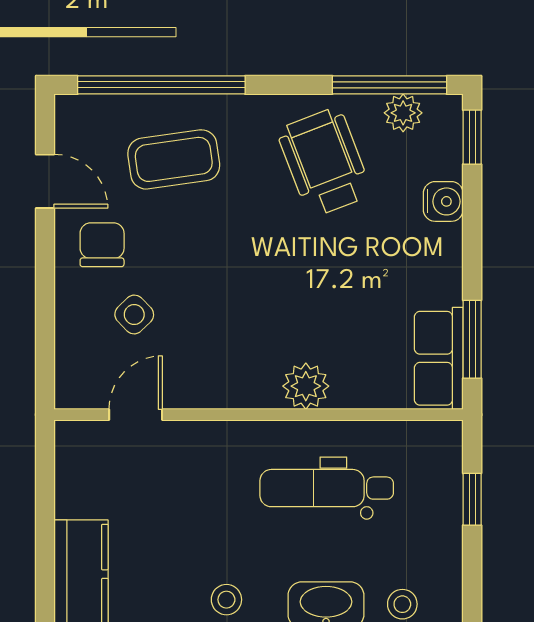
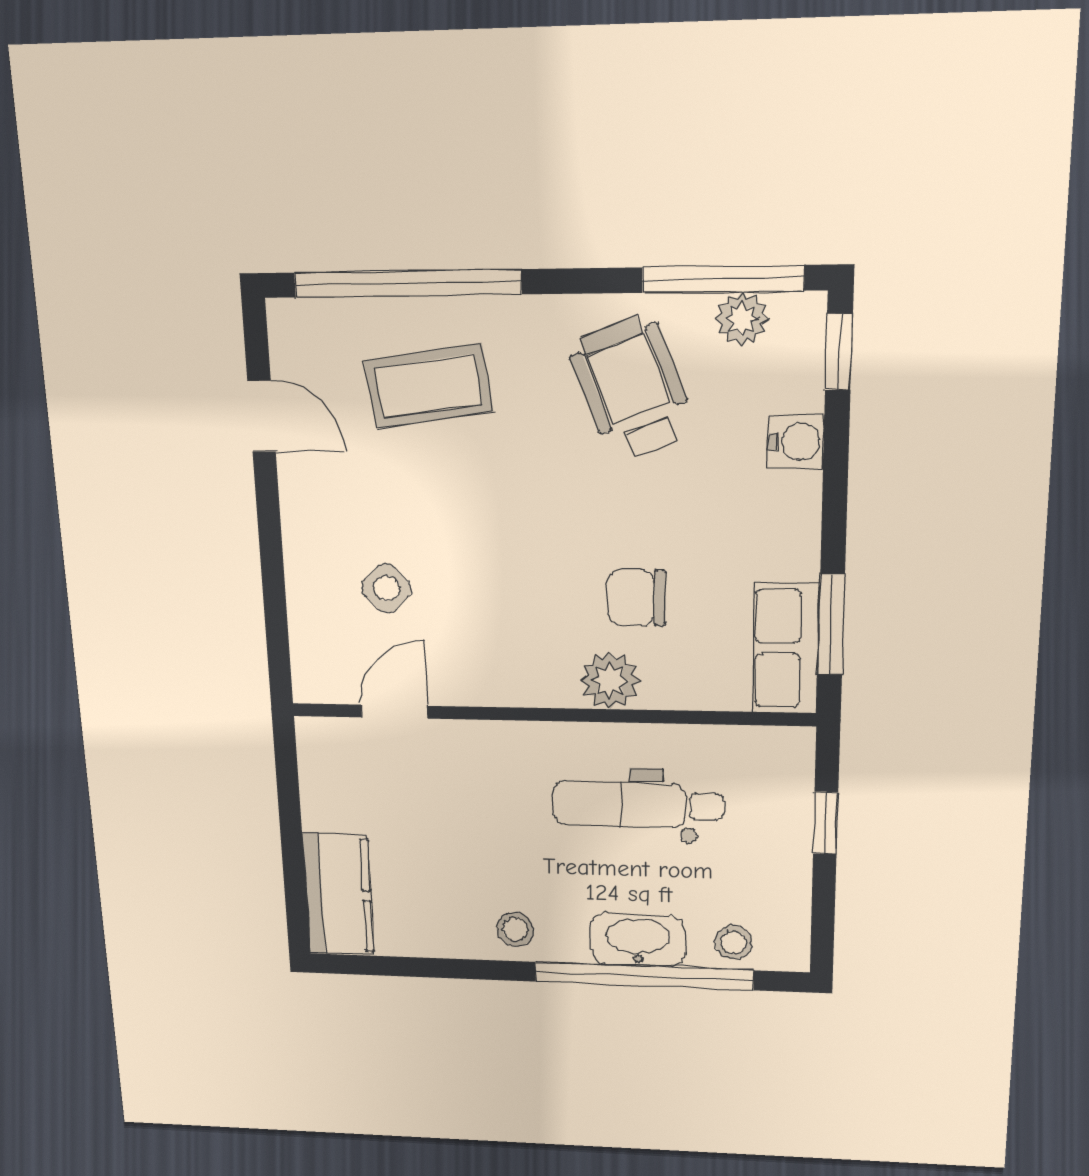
chair: (102, 245) -> (637, 598), moved, turned -90

